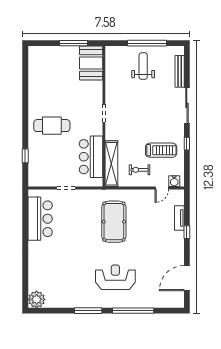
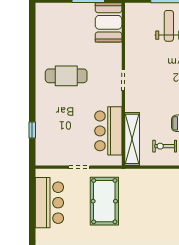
cafe table: (52, 126) -> (66, 76), moved
pool table: (114, 222) -> (104, 201), moved

